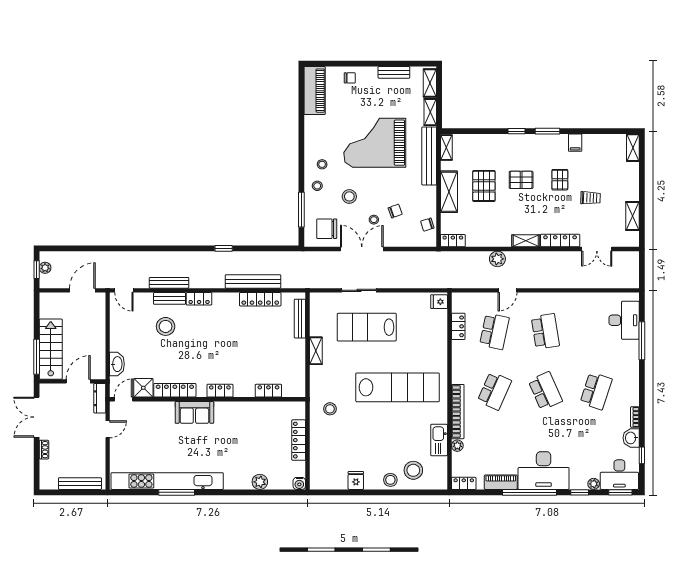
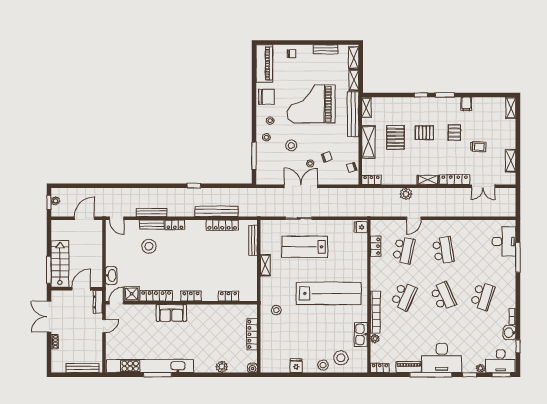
chair: (327, 229) -> (266, 97), moved, turned 180

